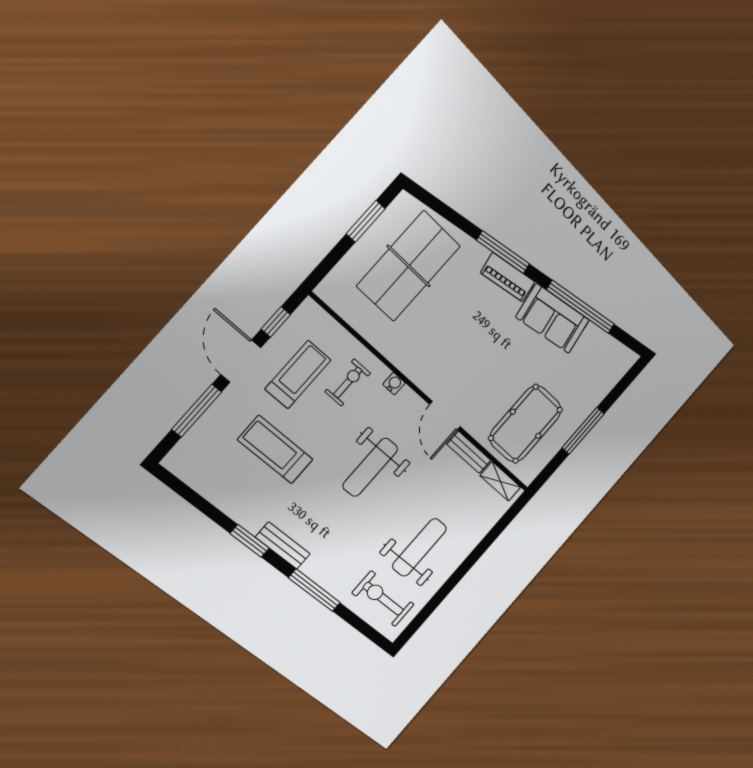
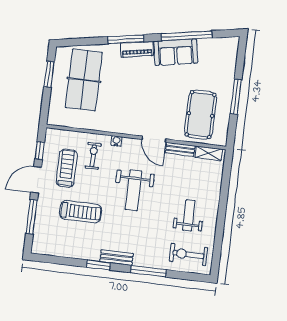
door: (241, 361) -> (36, 180), hinge flipped
treadmill: (275, 450) -> (81, 212), turned 180
weight bench: (419, 547) -> (189, 215), width x0.73, depth x0.75

